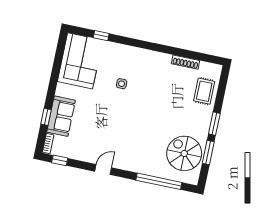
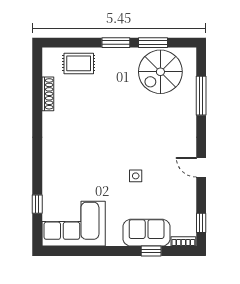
side table: (122, 84) -> (136, 176), moved
window: (159, 181) -> (201, 96), width x0.68

